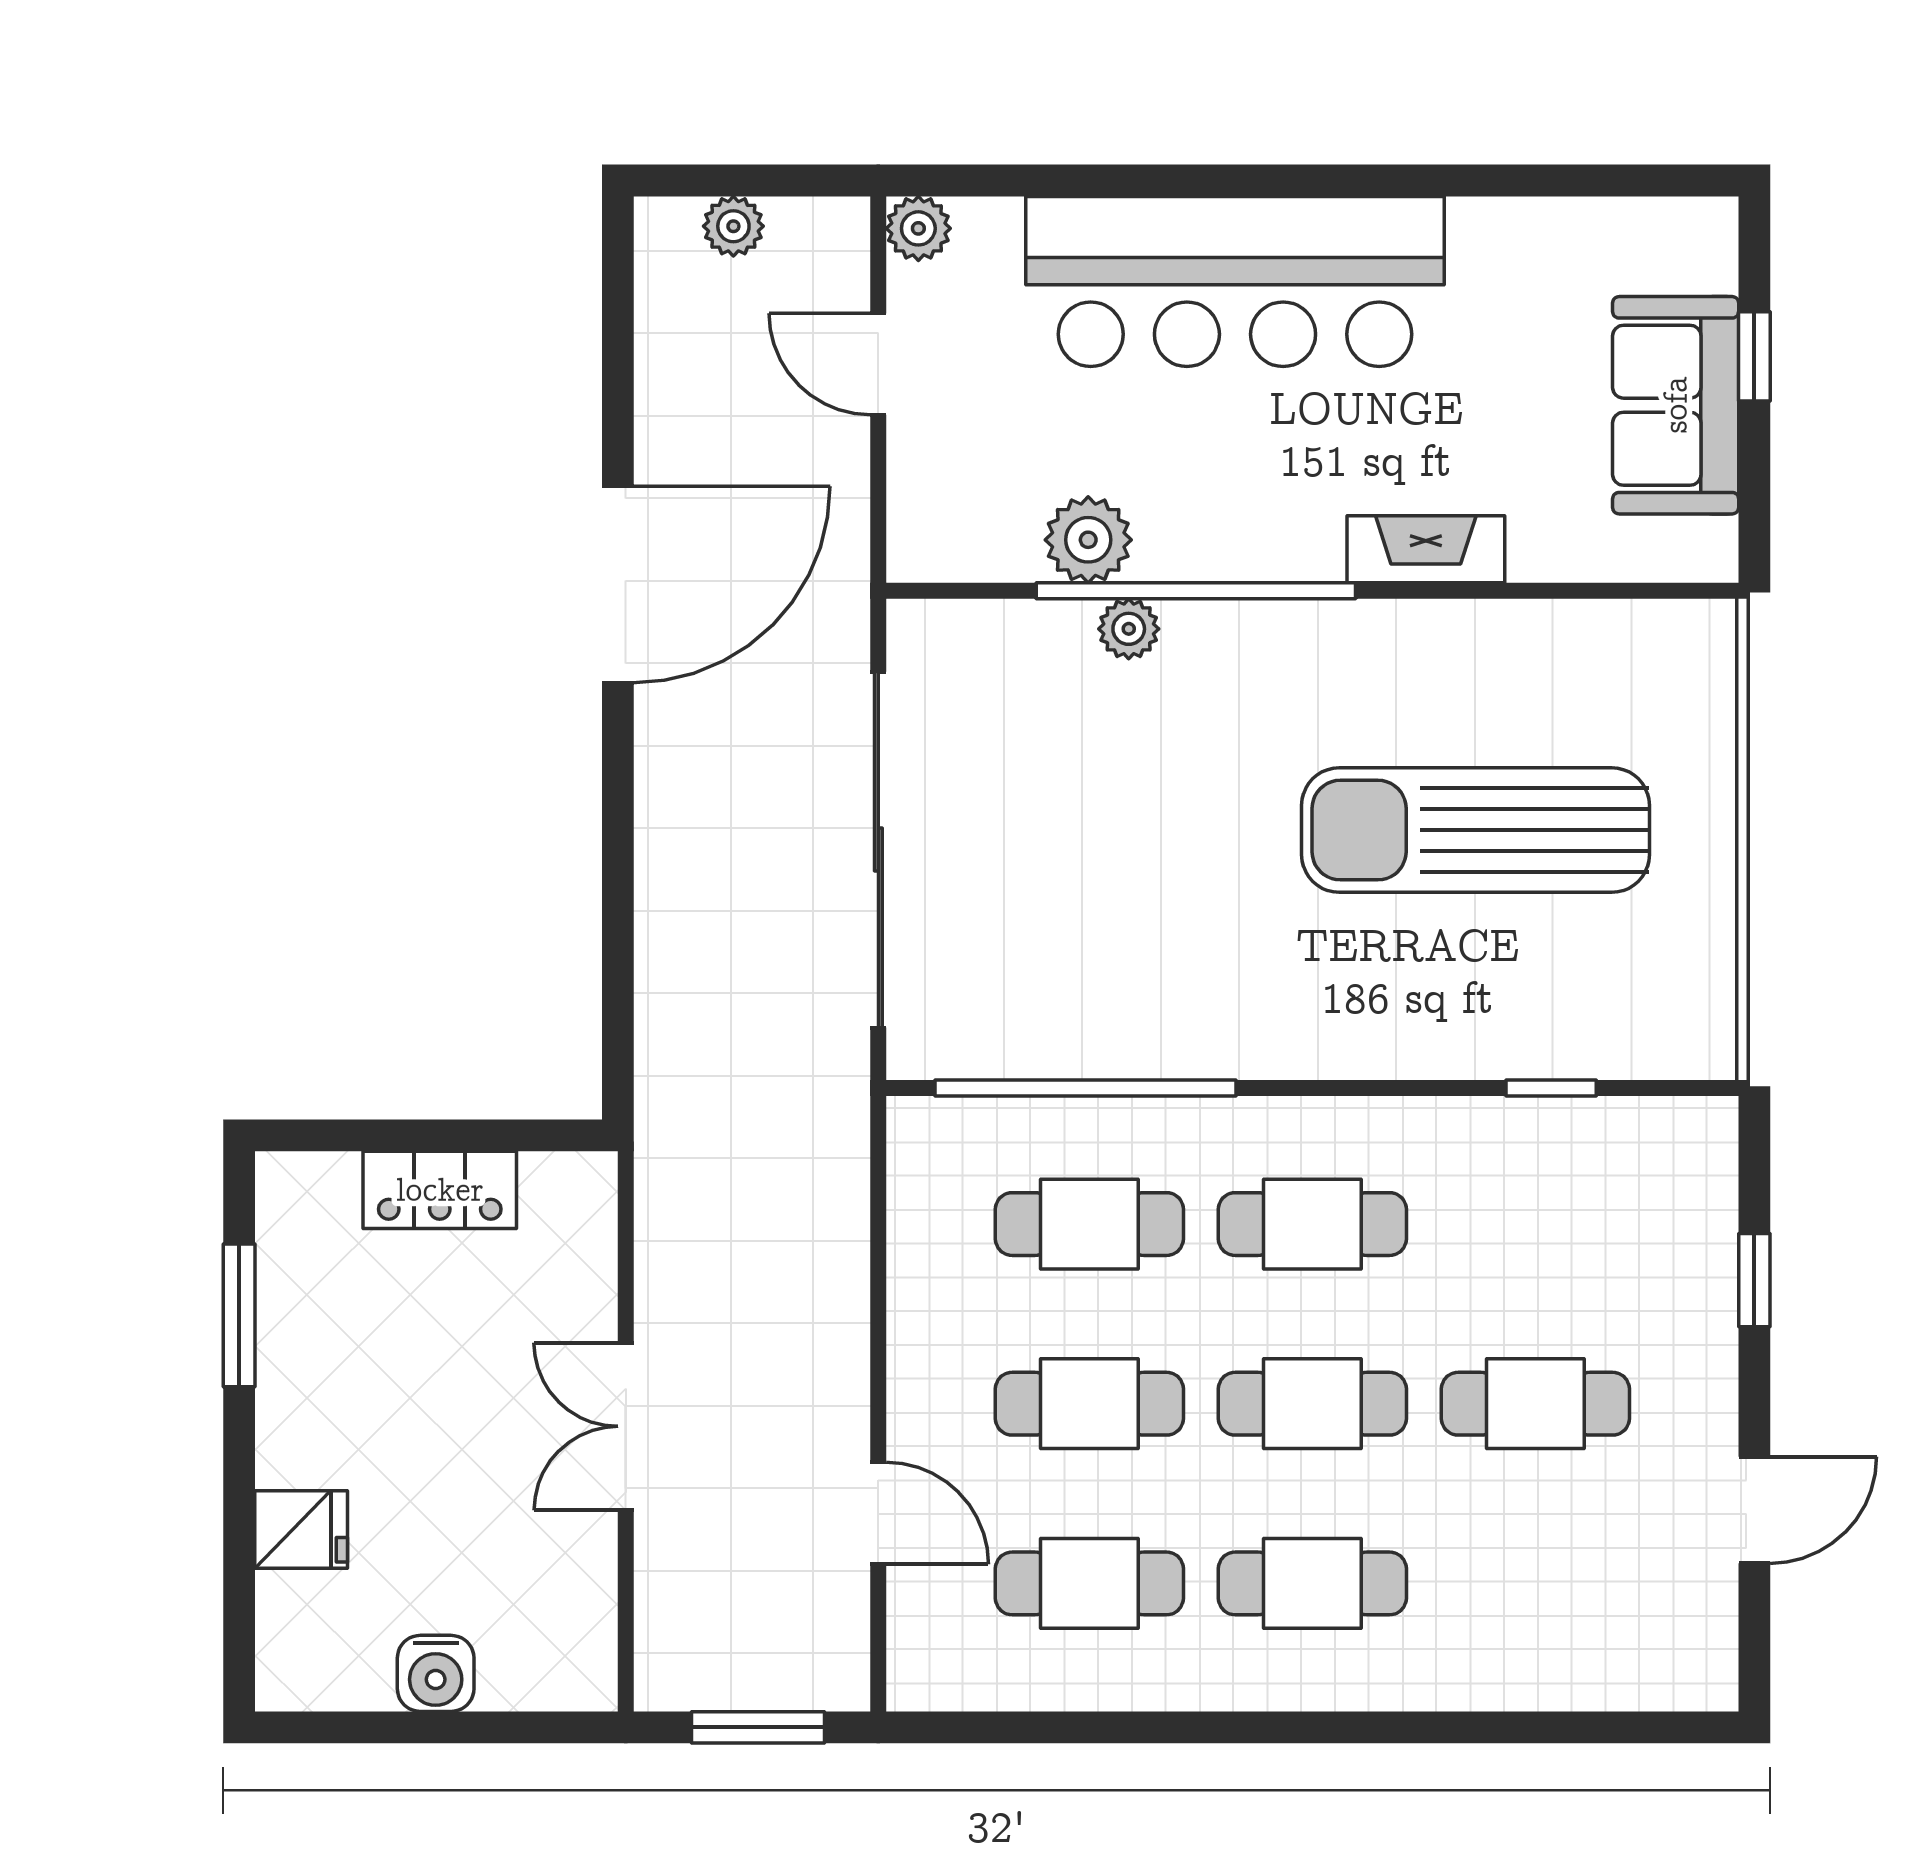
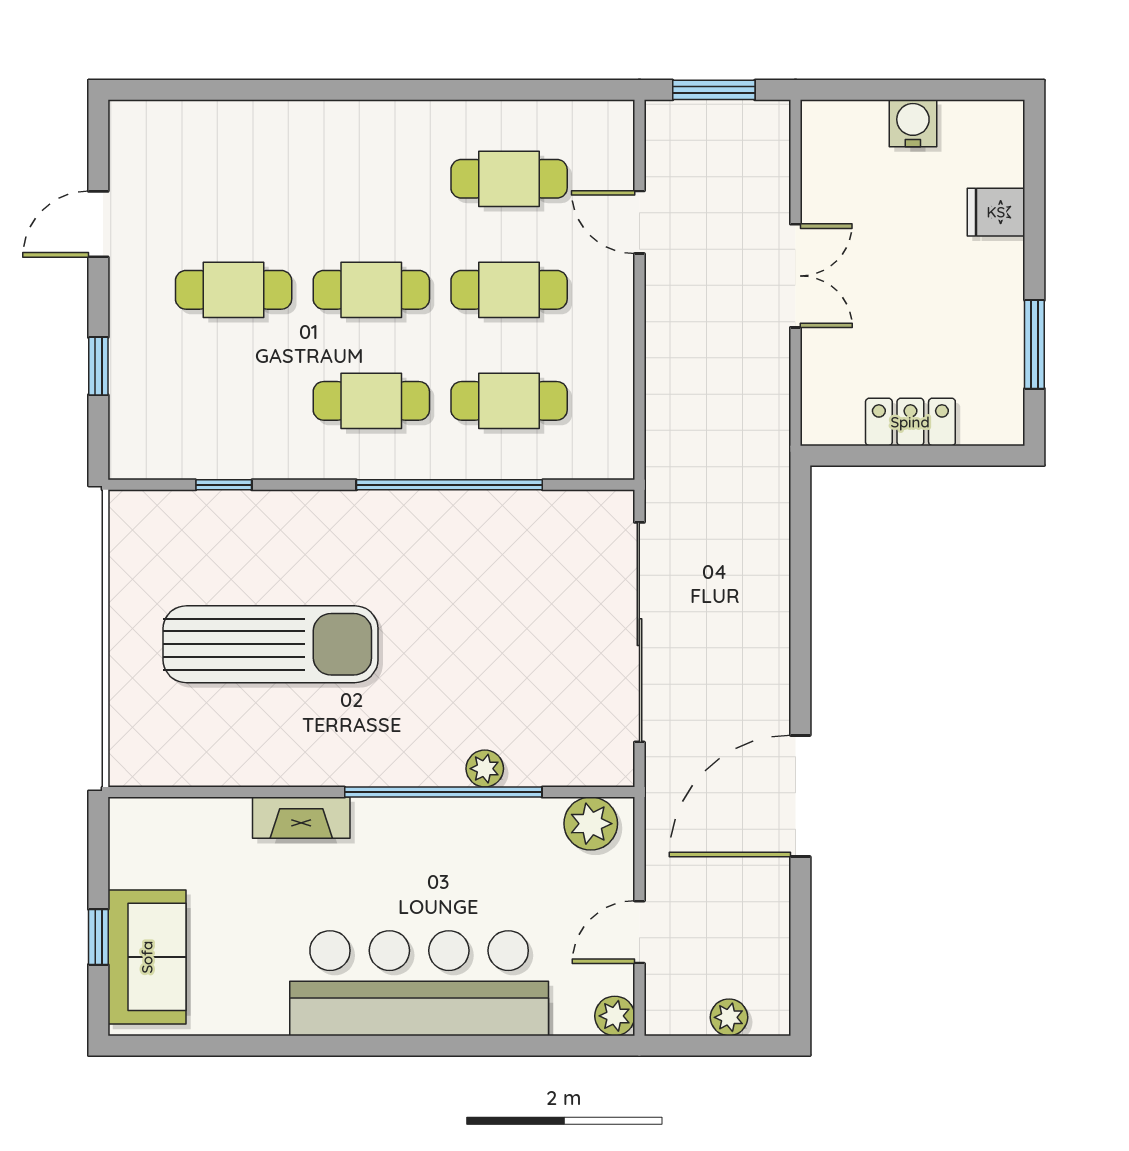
door: (878, 364) -> (639, 932), swing flipped
sofa: (1676, 405) -> (147, 957), moved
plant: (1088, 540) -> (591, 824), moved
window: (1085, 1088) -> (449, 485), moved
cafe table: (1312, 1583) -> (371, 179), removed

